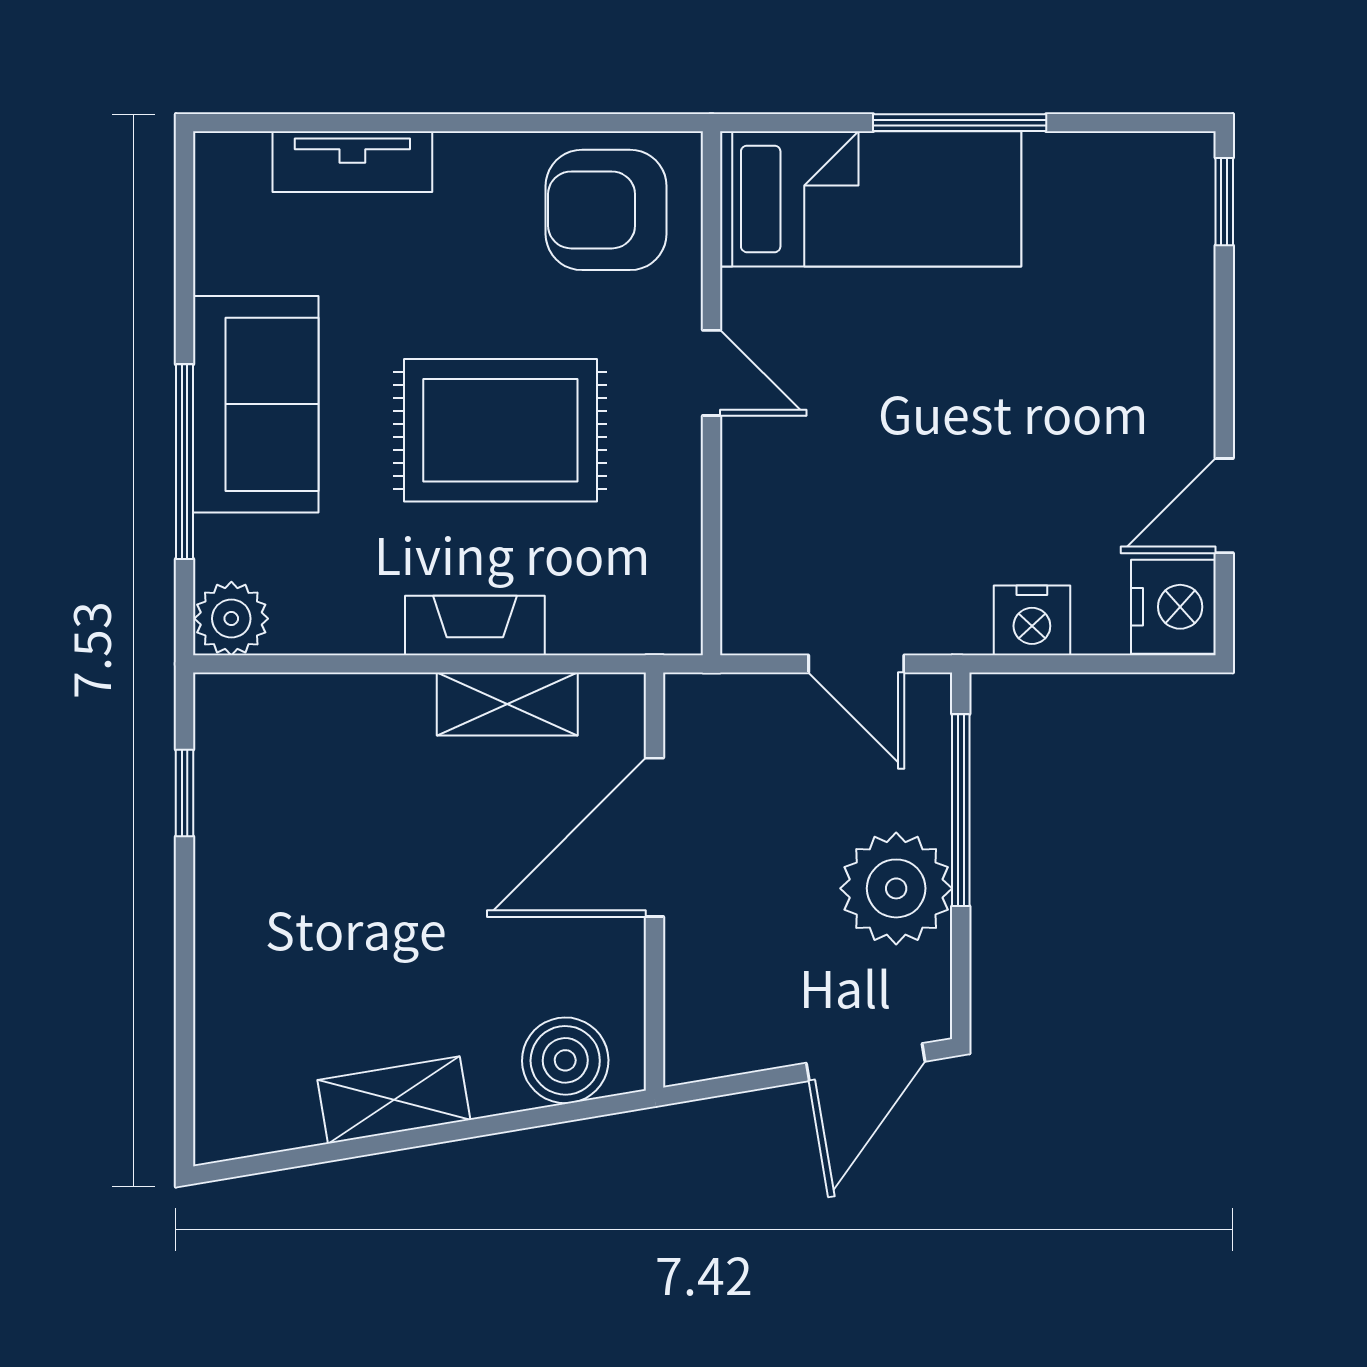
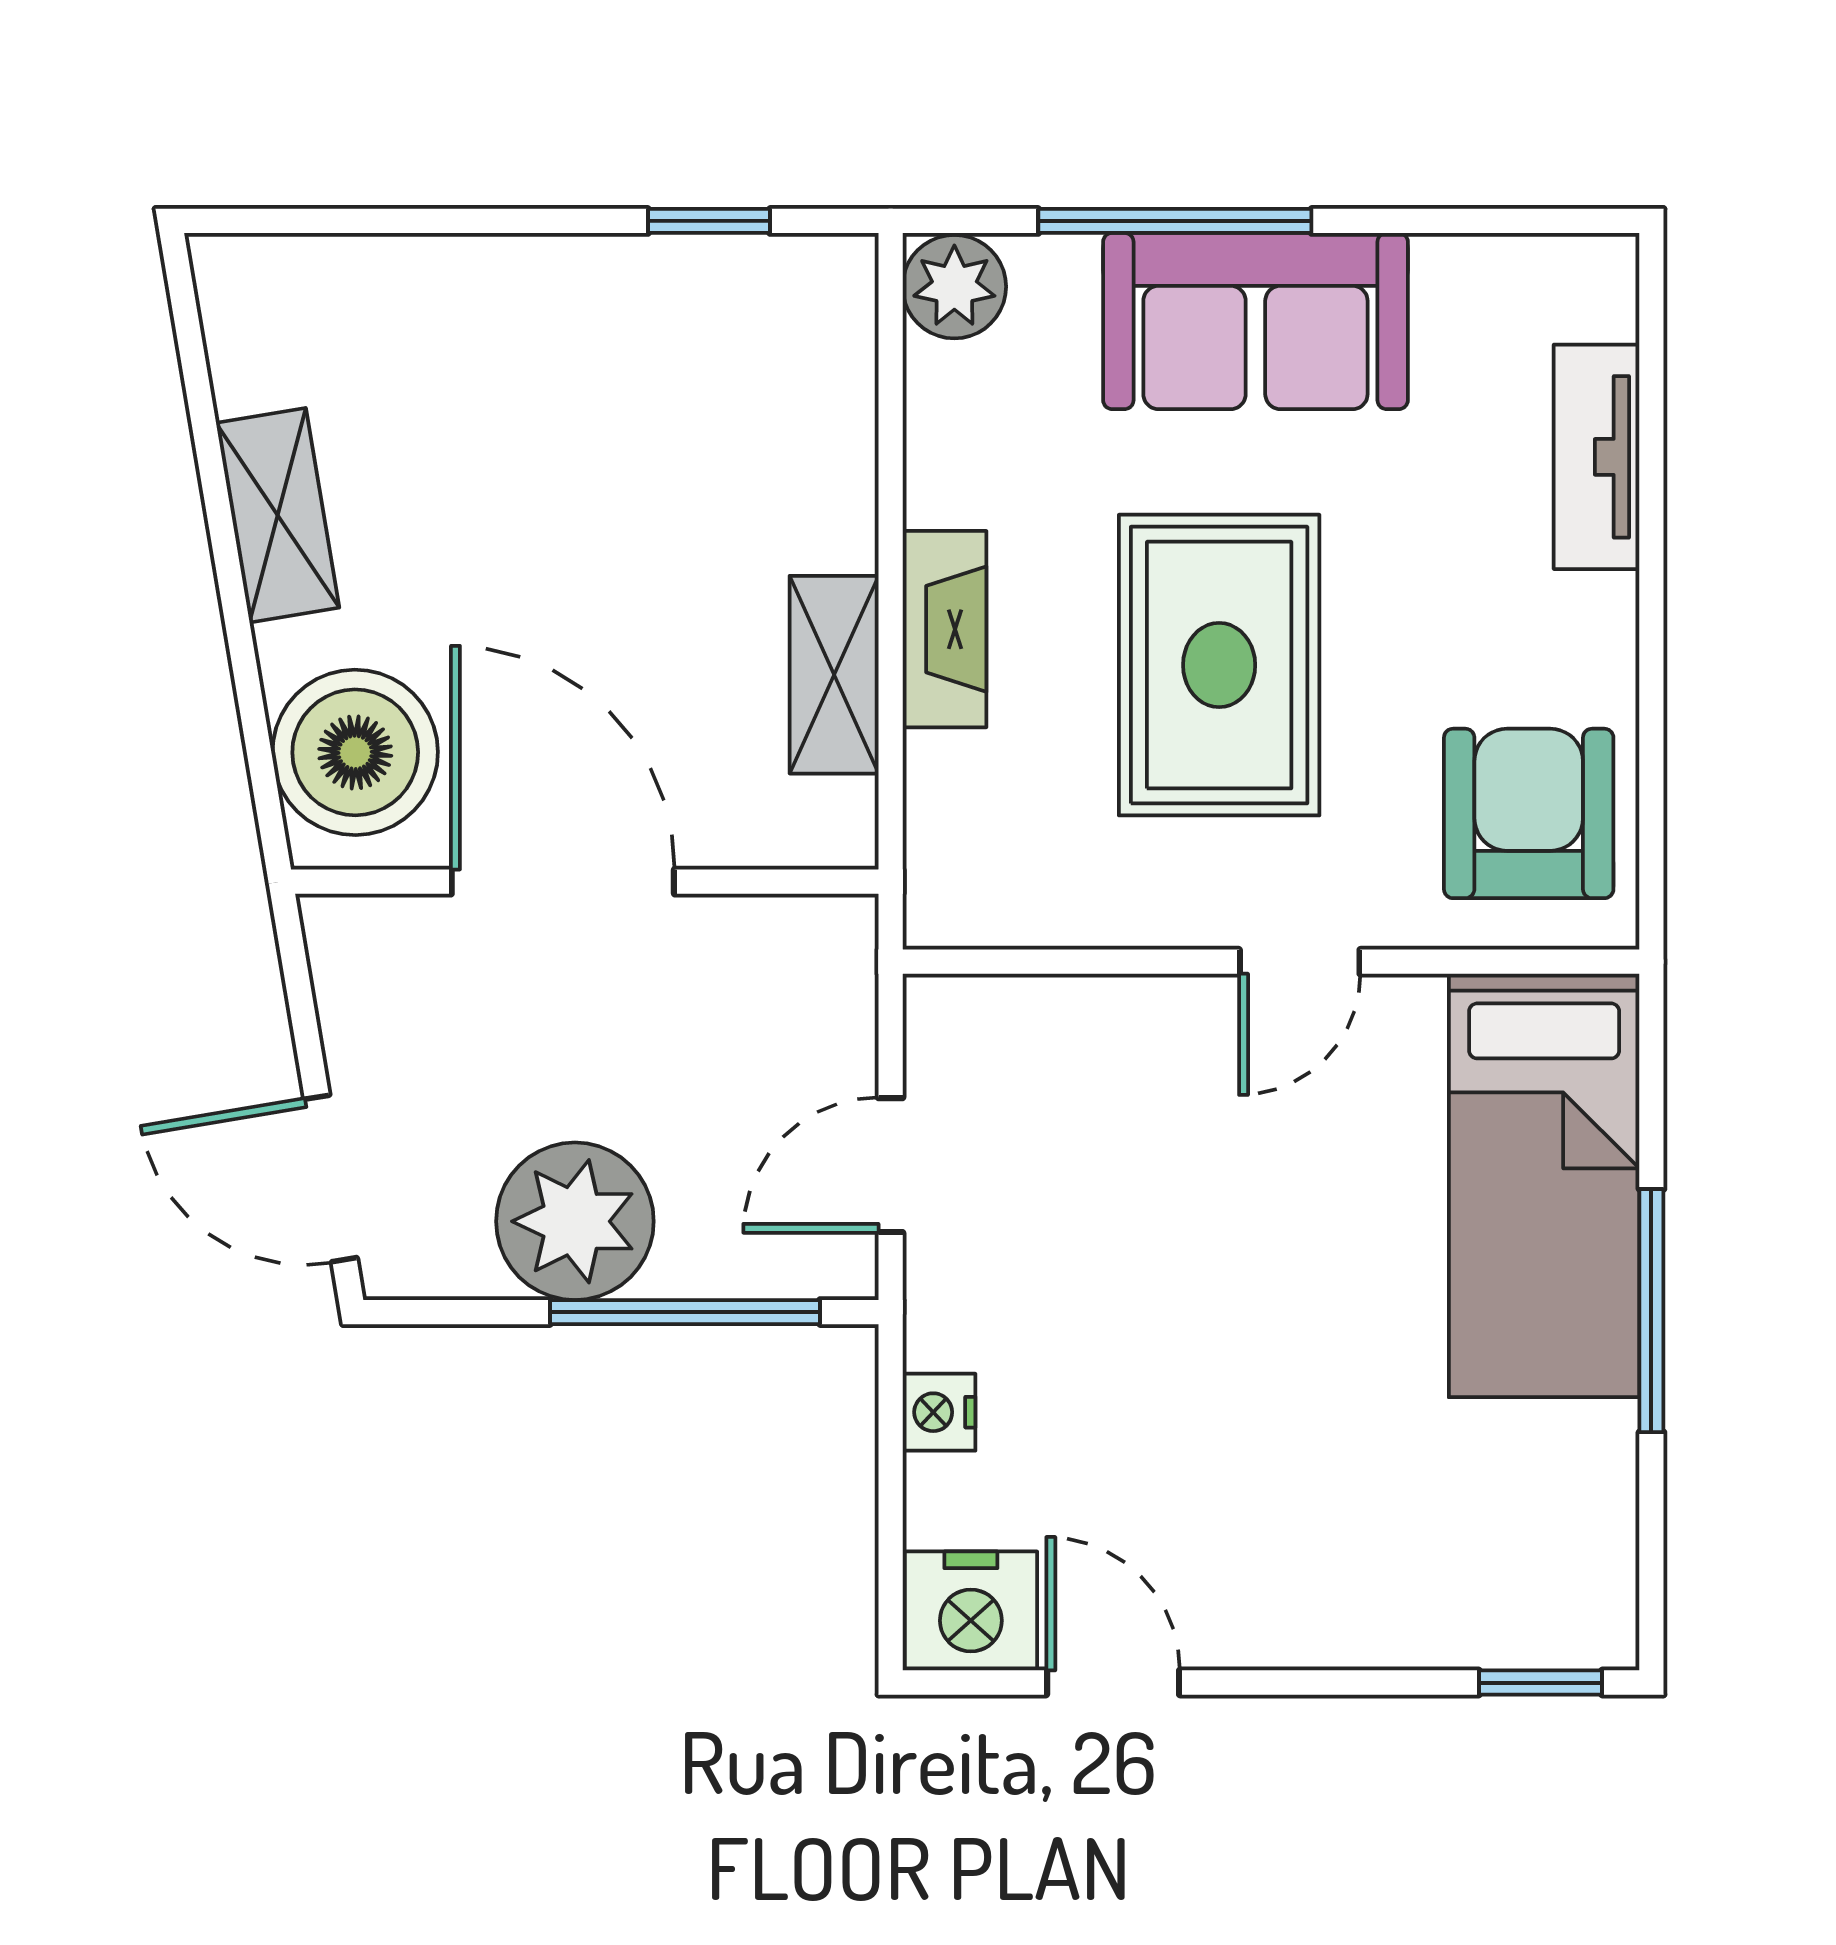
nightstand: (1032, 620) -> (939, 1412), width x0.72, depth x0.74
door: (655, 837) -> (563, 882), moved
boiler: (565, 1060) -> (355, 752), width x1.37, depth x1.37

